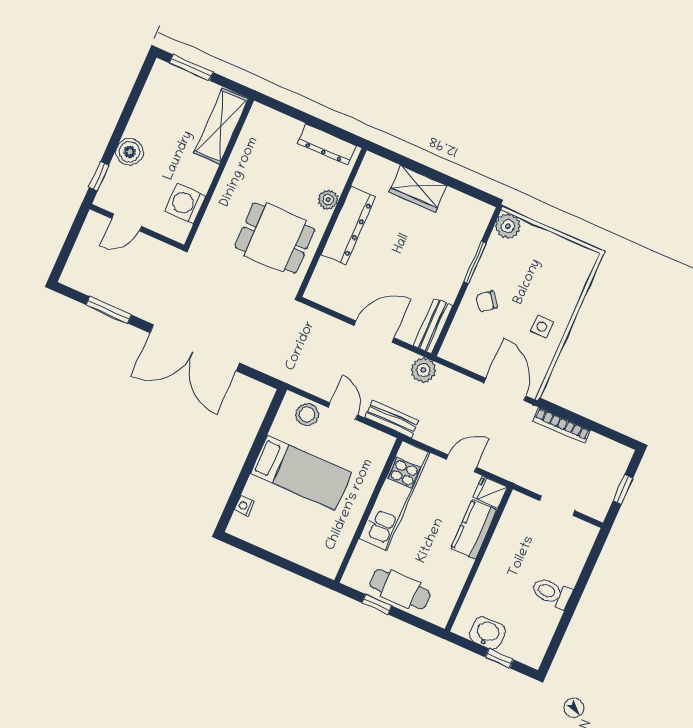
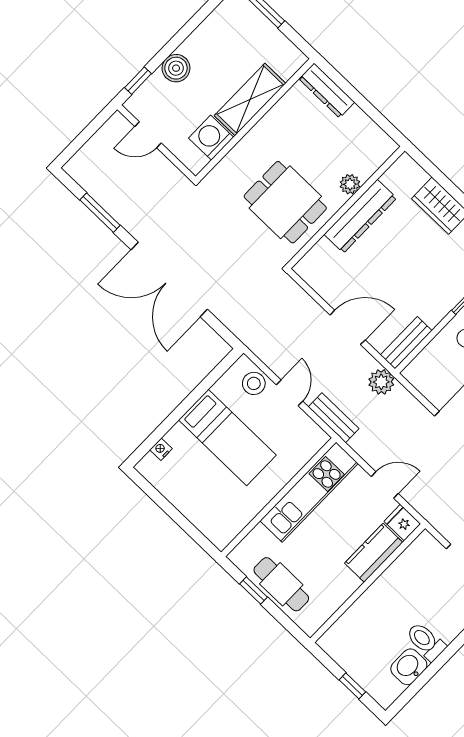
shelving: (221, 126) -> (250, 99), moved
dresser: (327, 144) -> (327, 90), moved
washbasin: (487, 633) -> (409, 667), moved, turned -90

